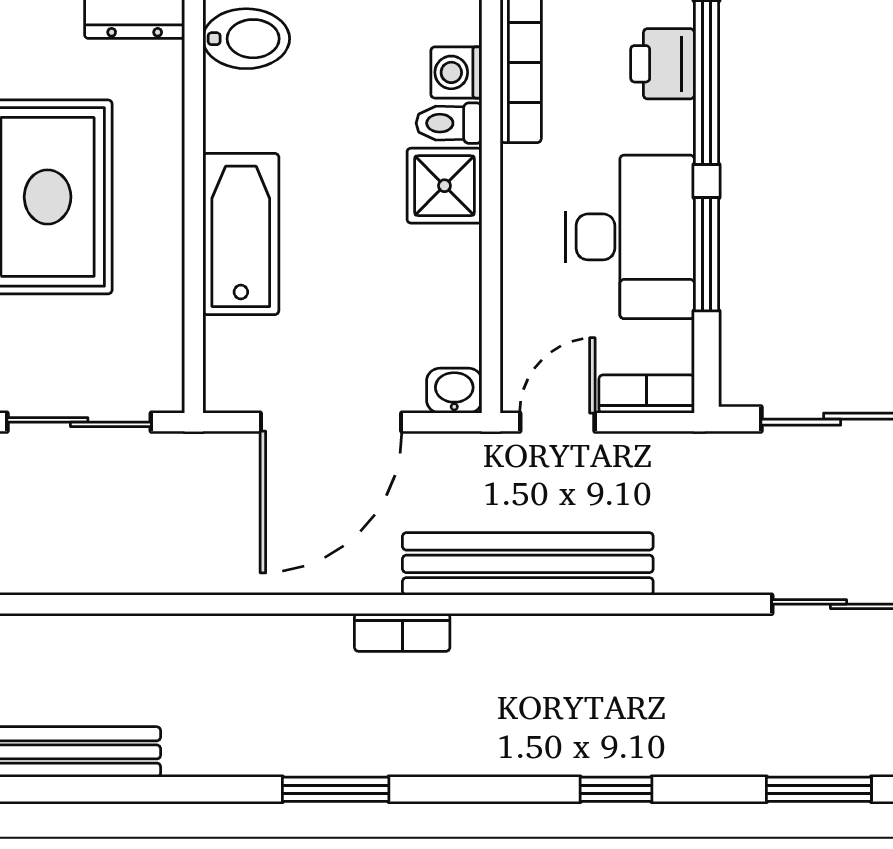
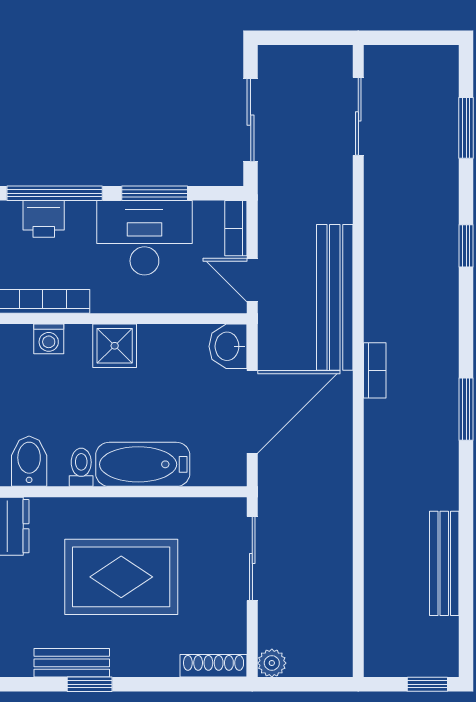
toilet: (449, 123) -> (81, 467), moved, turned 180
washbasin: (454, 391) -> (228, 346), width x1.38, depth x1.45
door: (331, 422) -> (252, 412), hinge flipped

